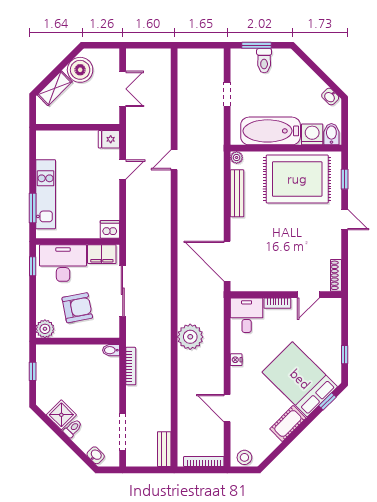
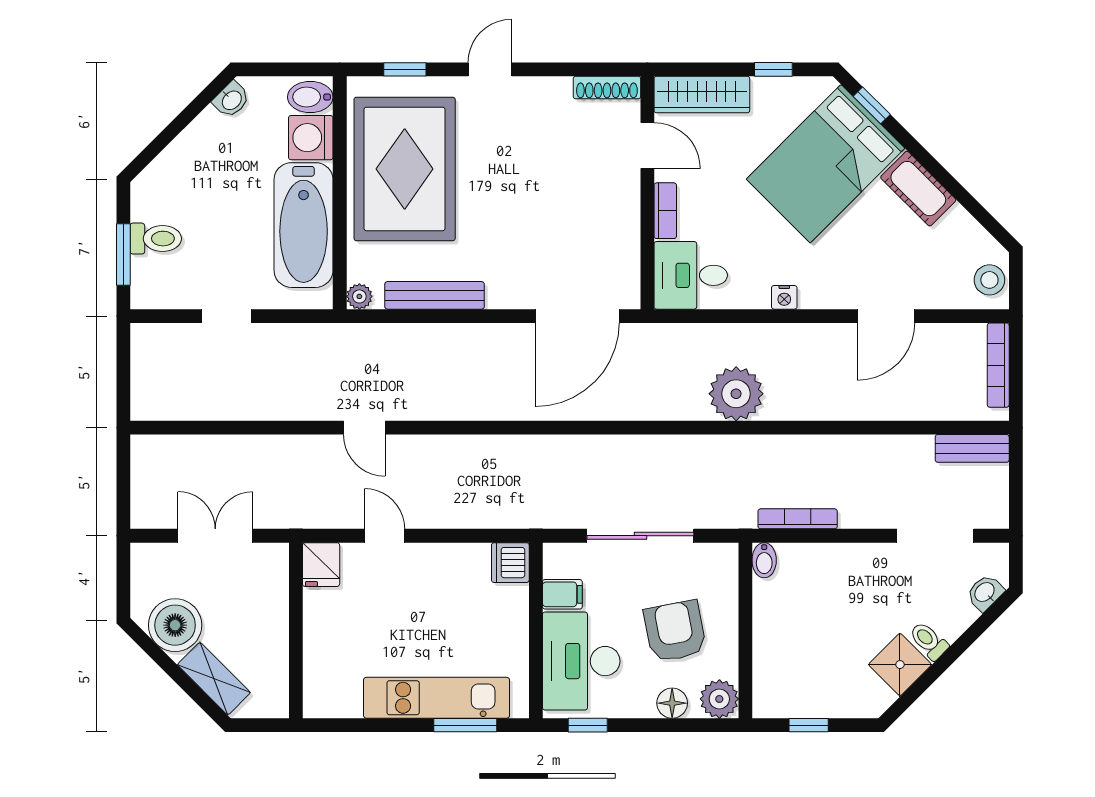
filing cabinet: (102, 254) -> (562, 594), width x0.50
floor lamp: (43, 306) -> (672, 703), added
wardrobe: (333, 321) -> (702, 95), added

